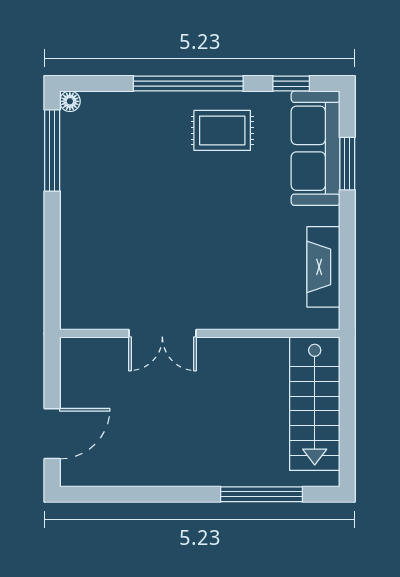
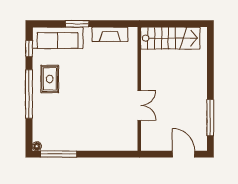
window: (347, 164) -> (77, 24), moved
window: (262, 494) -> (210, 118), moved

